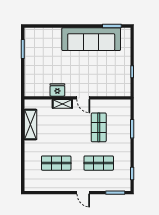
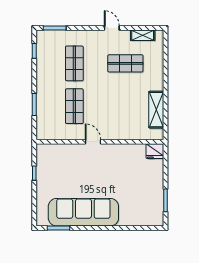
fridge: (57, 90) -> (155, 151), moved
shelving: (62, 104) -> (143, 35), moved
shop shelf: (99, 163) -> (74, 63), turned 90
door: (83, 193) -> (112, 28), moved

